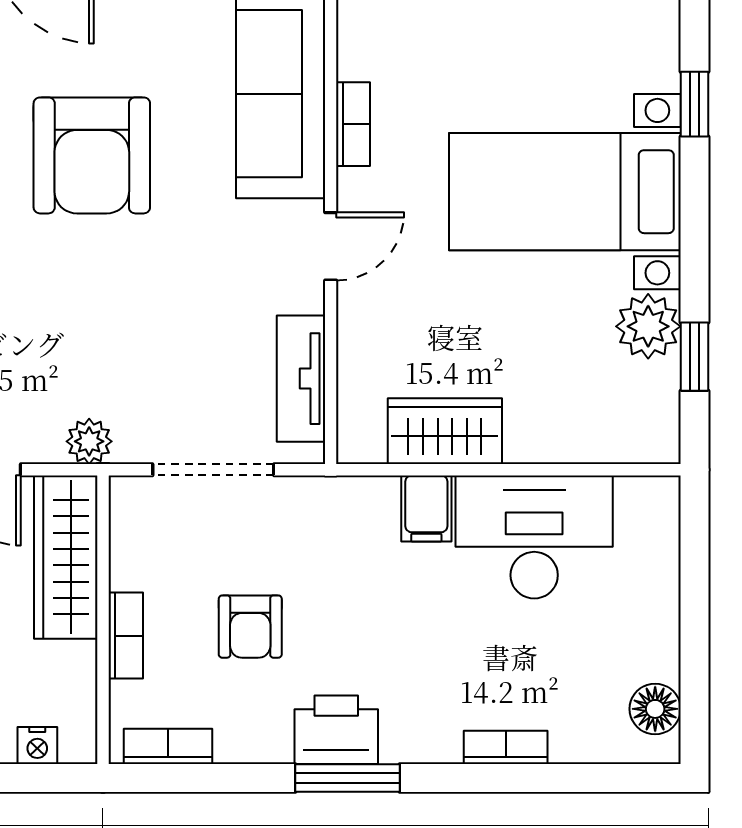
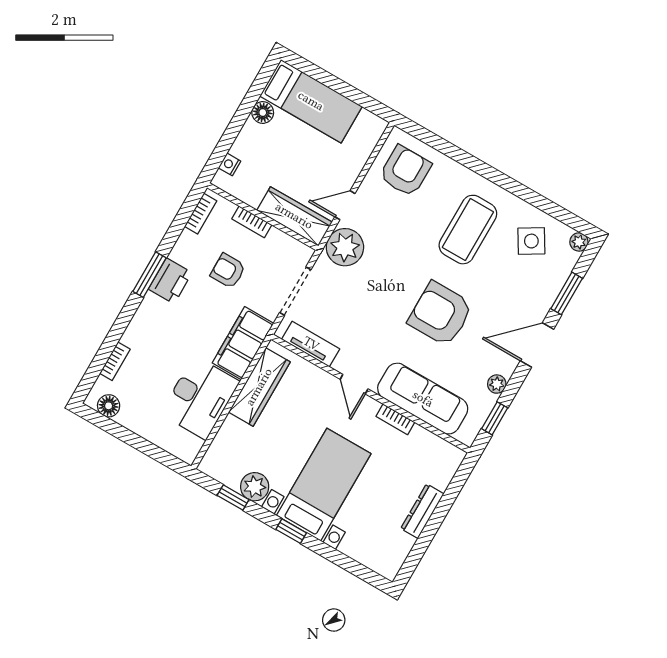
window: (694, 104) -> (291, 531), moved
wardrobe: (445, 431) -> (259, 387), width x1.50
plant: (89, 441) -> (345, 247), width x1.87, depth x1.87
filing cabinet: (426, 508) -> (243, 343), width x3.00, depth x1.17
bookcase: (506, 747) -> (115, 361), moved

